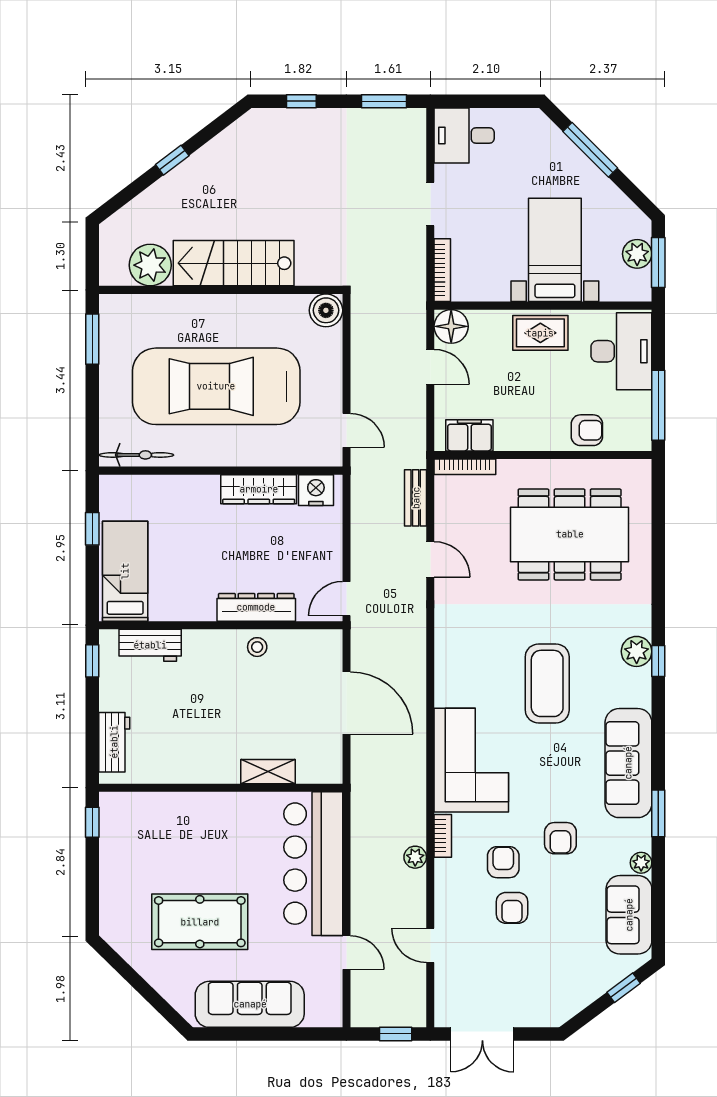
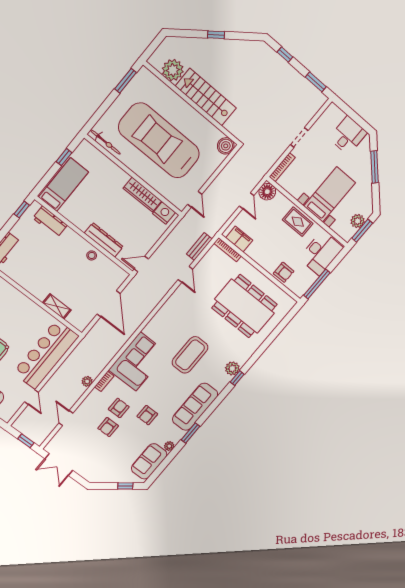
desk: (464, 136) -> (348, 135), moved, turned 90

